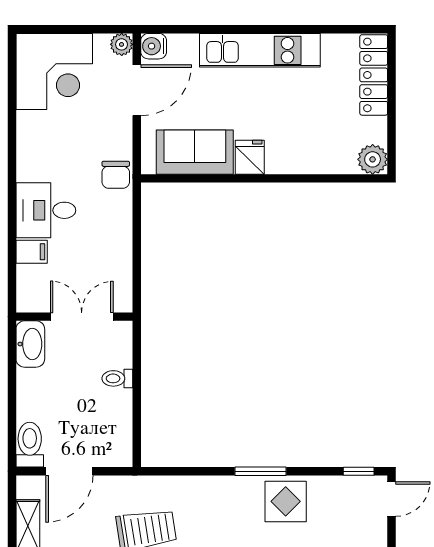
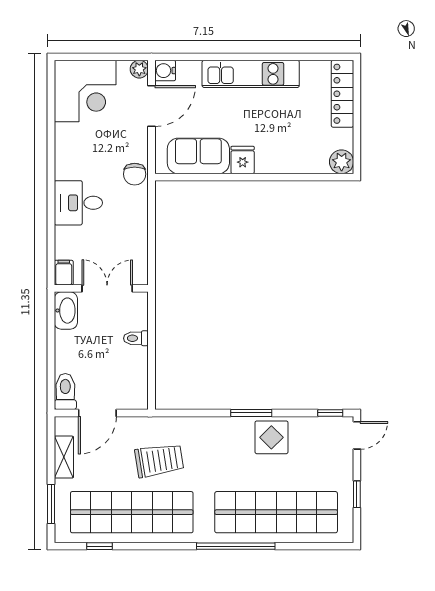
filing cabinet: (32, 252) -> (64, 273), moved, turned -90

